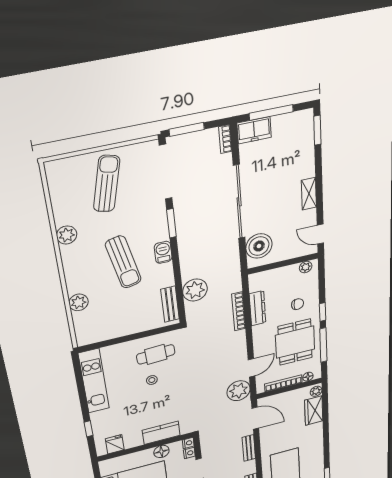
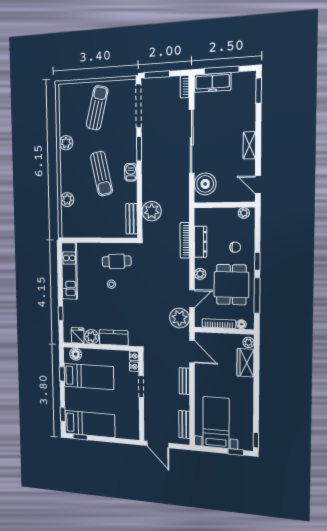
freezer: (254, 130) -> (212, 82), width x1.40
plant: (259, 341) -> (200, 274), added
plant: (133, 440) -> (92, 337), added
floor lamp: (161, 451) -> (76, 354), moved

